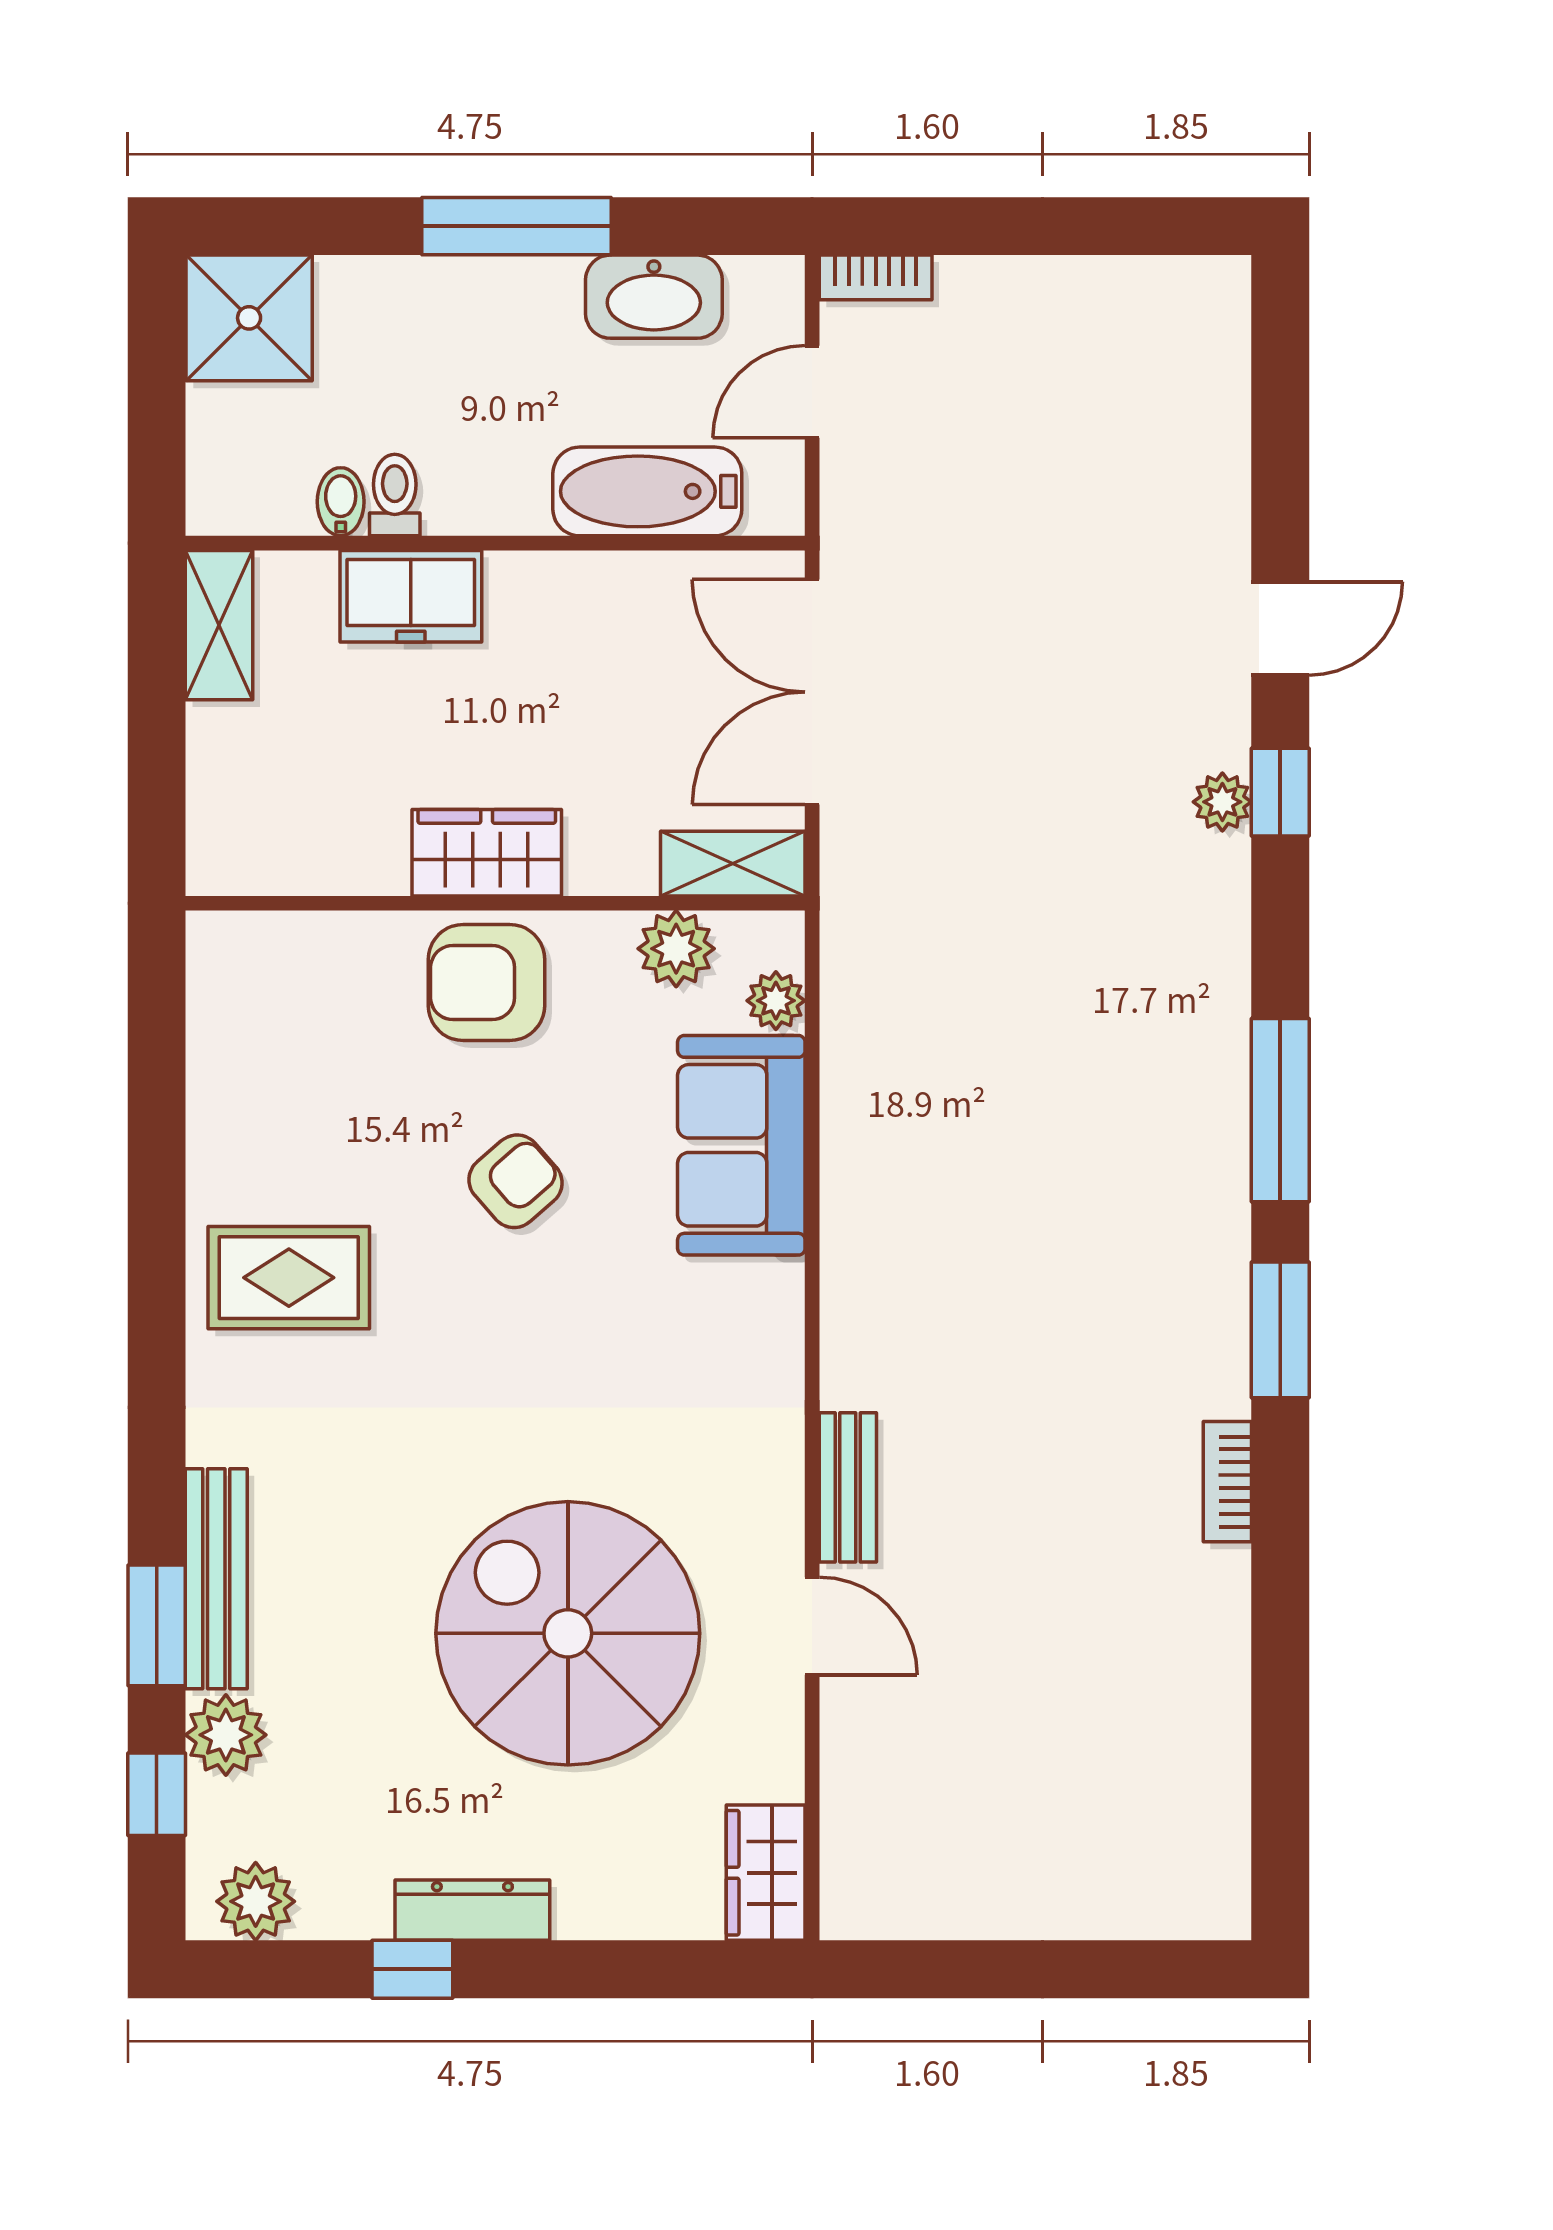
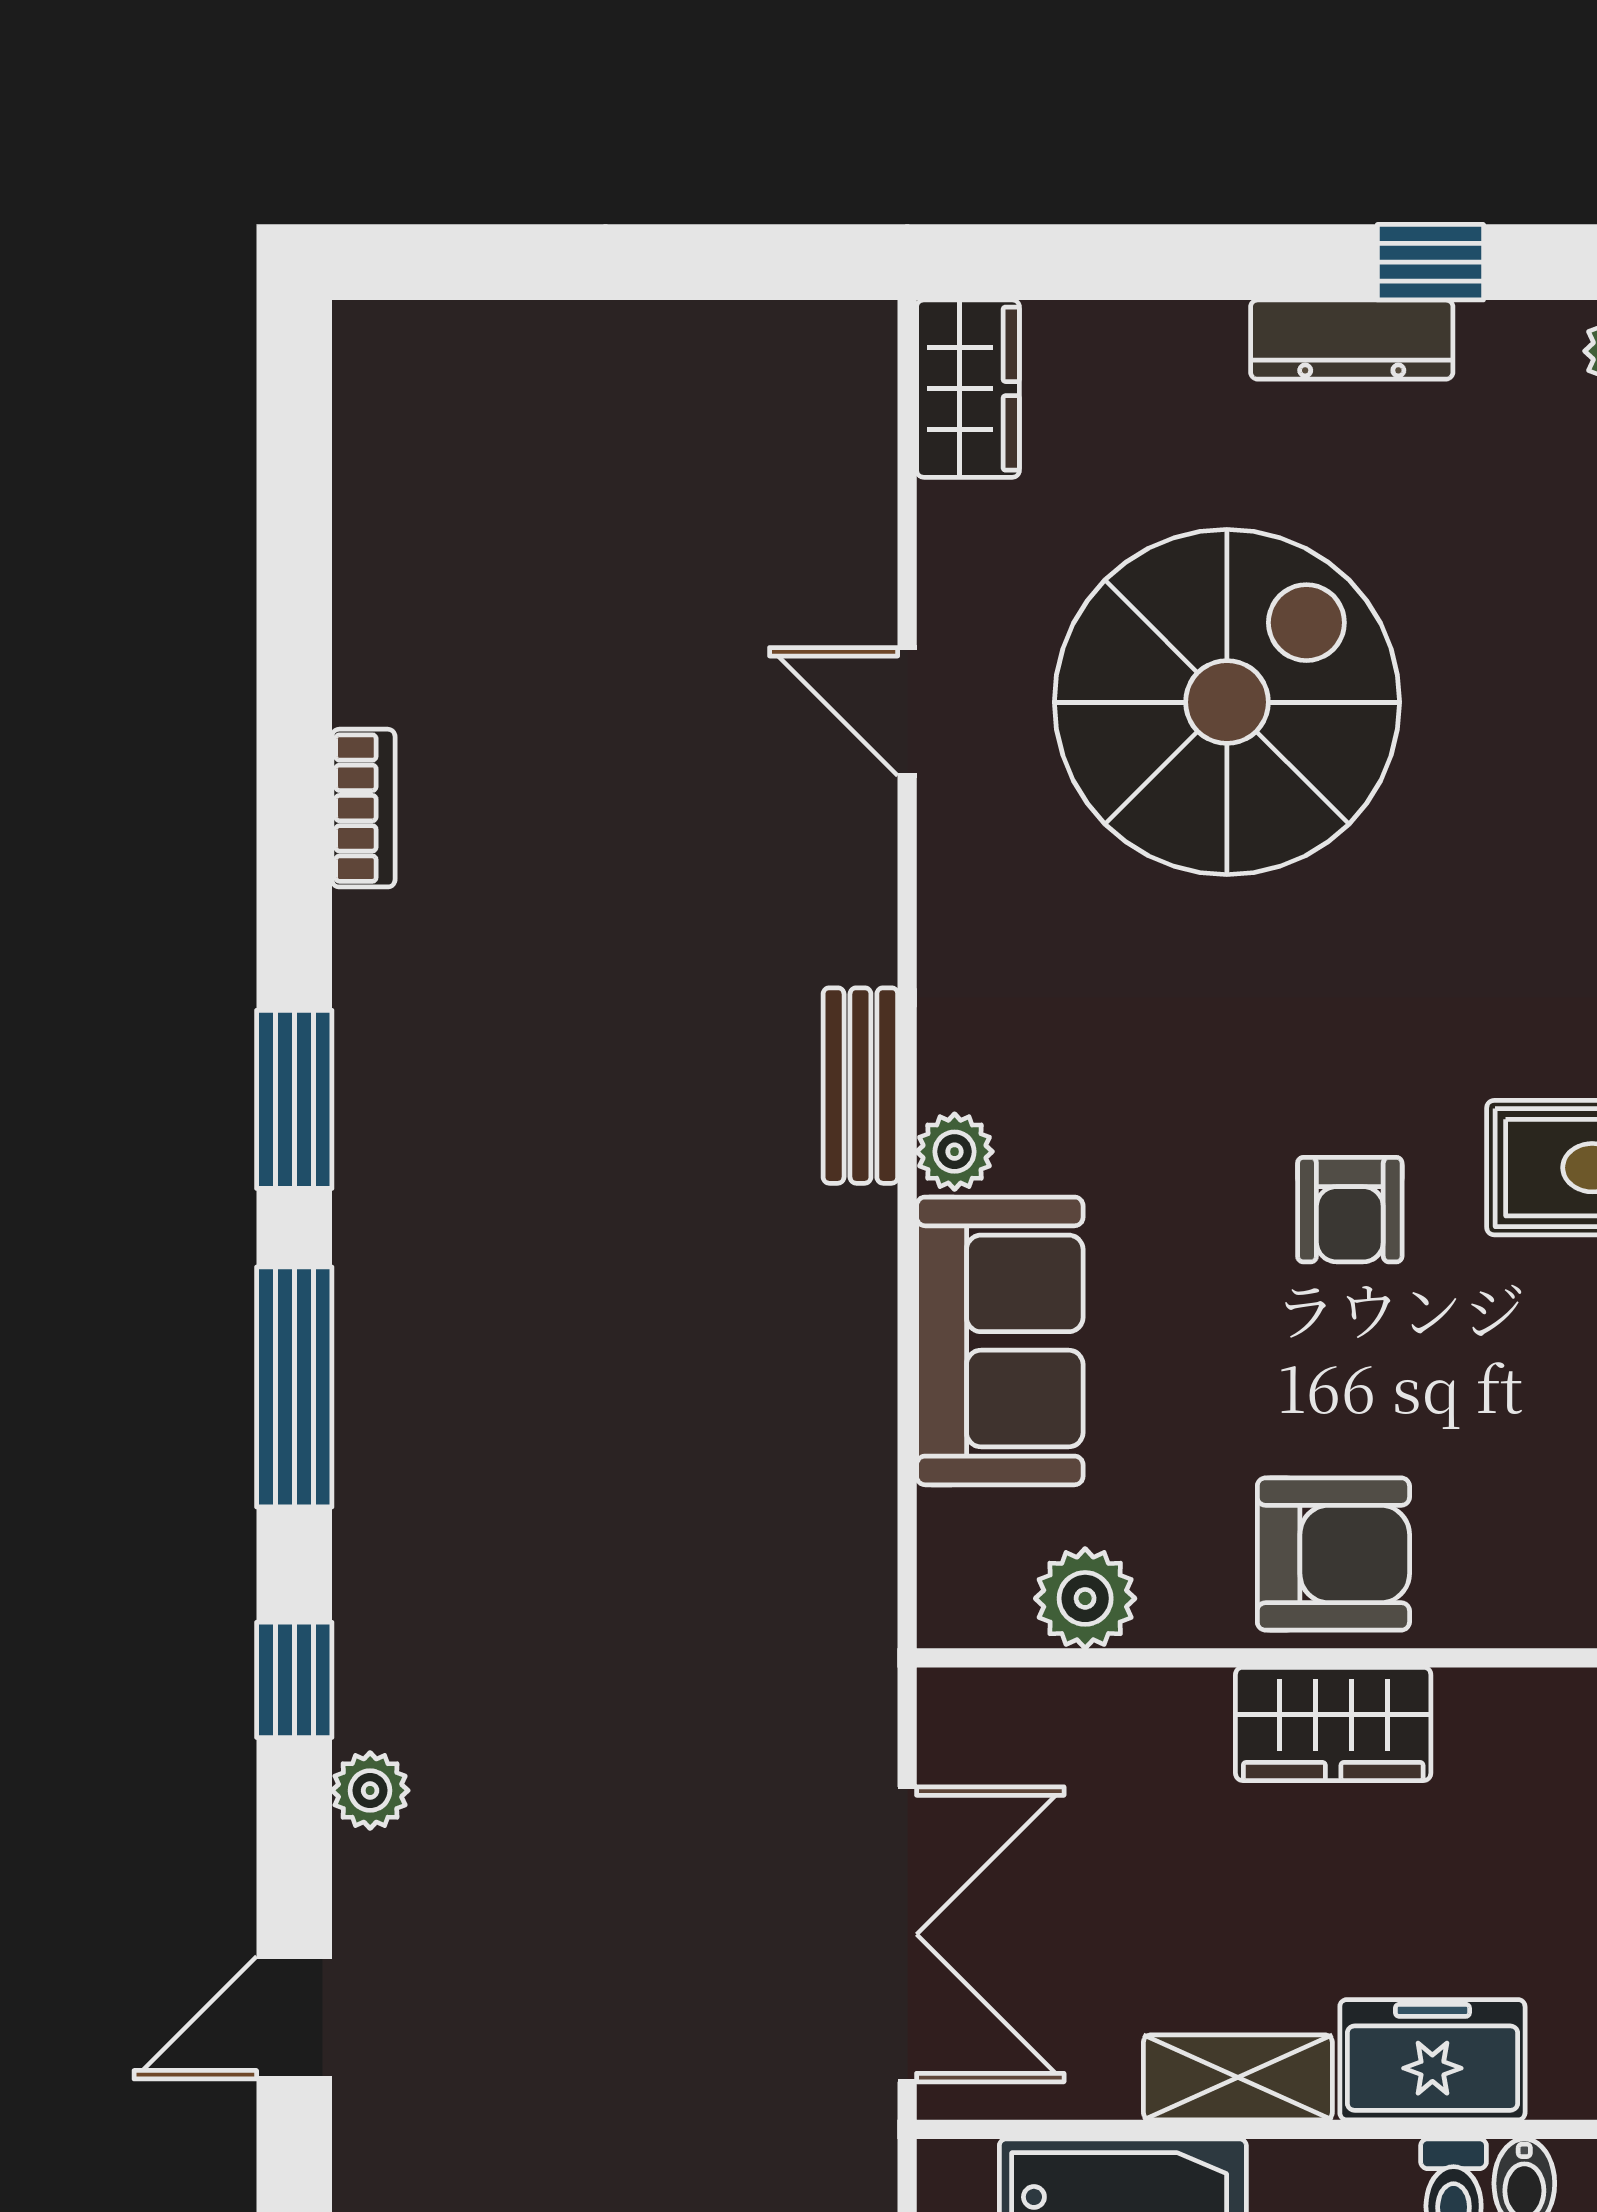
window: (1280, 792) -> (294, 1680), moved
shelving: (733, 864) -> (1238, 2077), moved
plant: (776, 1001) -> (955, 1152), moved
armchair: (515, 1181) -> (1350, 1210), moved, turned -49
bookcase: (1227, 1482) -> (363, 808), moved
bench: (848, 1487) -> (860, 1086), moved
spiral stairs: (568, 1633) -> (1227, 702), turned -90

